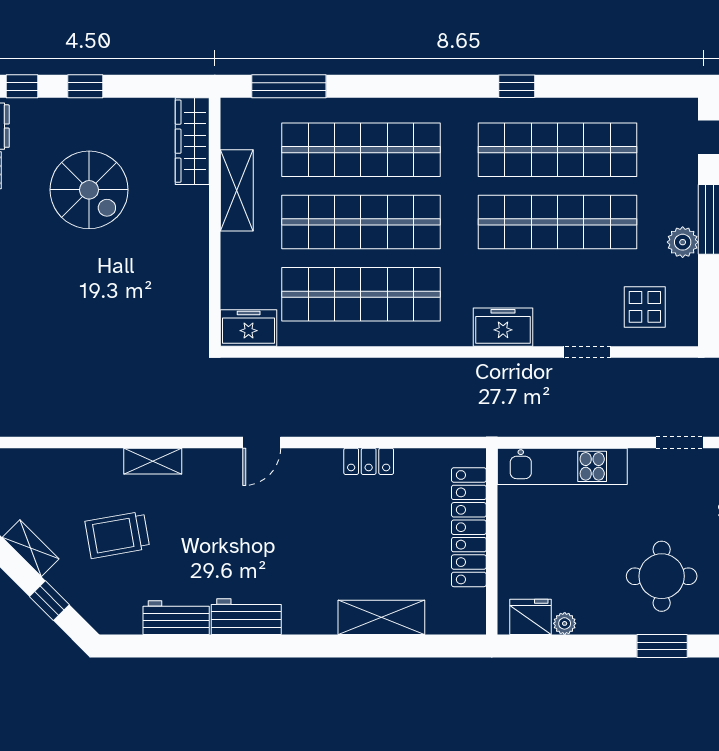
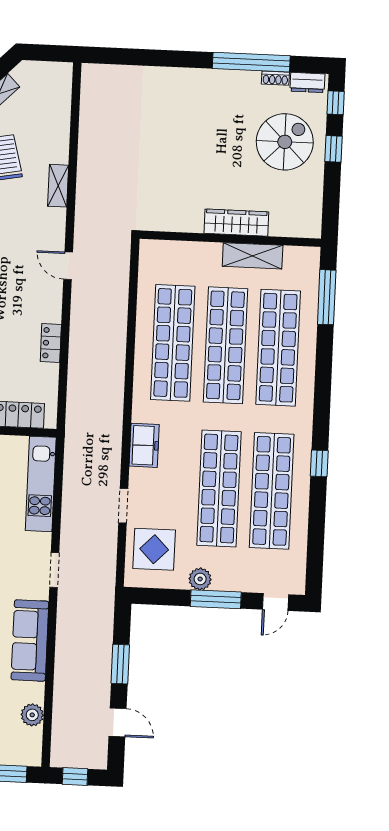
wardrobe: (192, 141) -> (236, 223), moved
spiral stairs: (89, 190) -> (285, 142), moved, turned 180
display table: (645, 307) -> (154, 549), width x1.36, depth x1.36
freezer: (249, 328) -> (152, 260), removed

